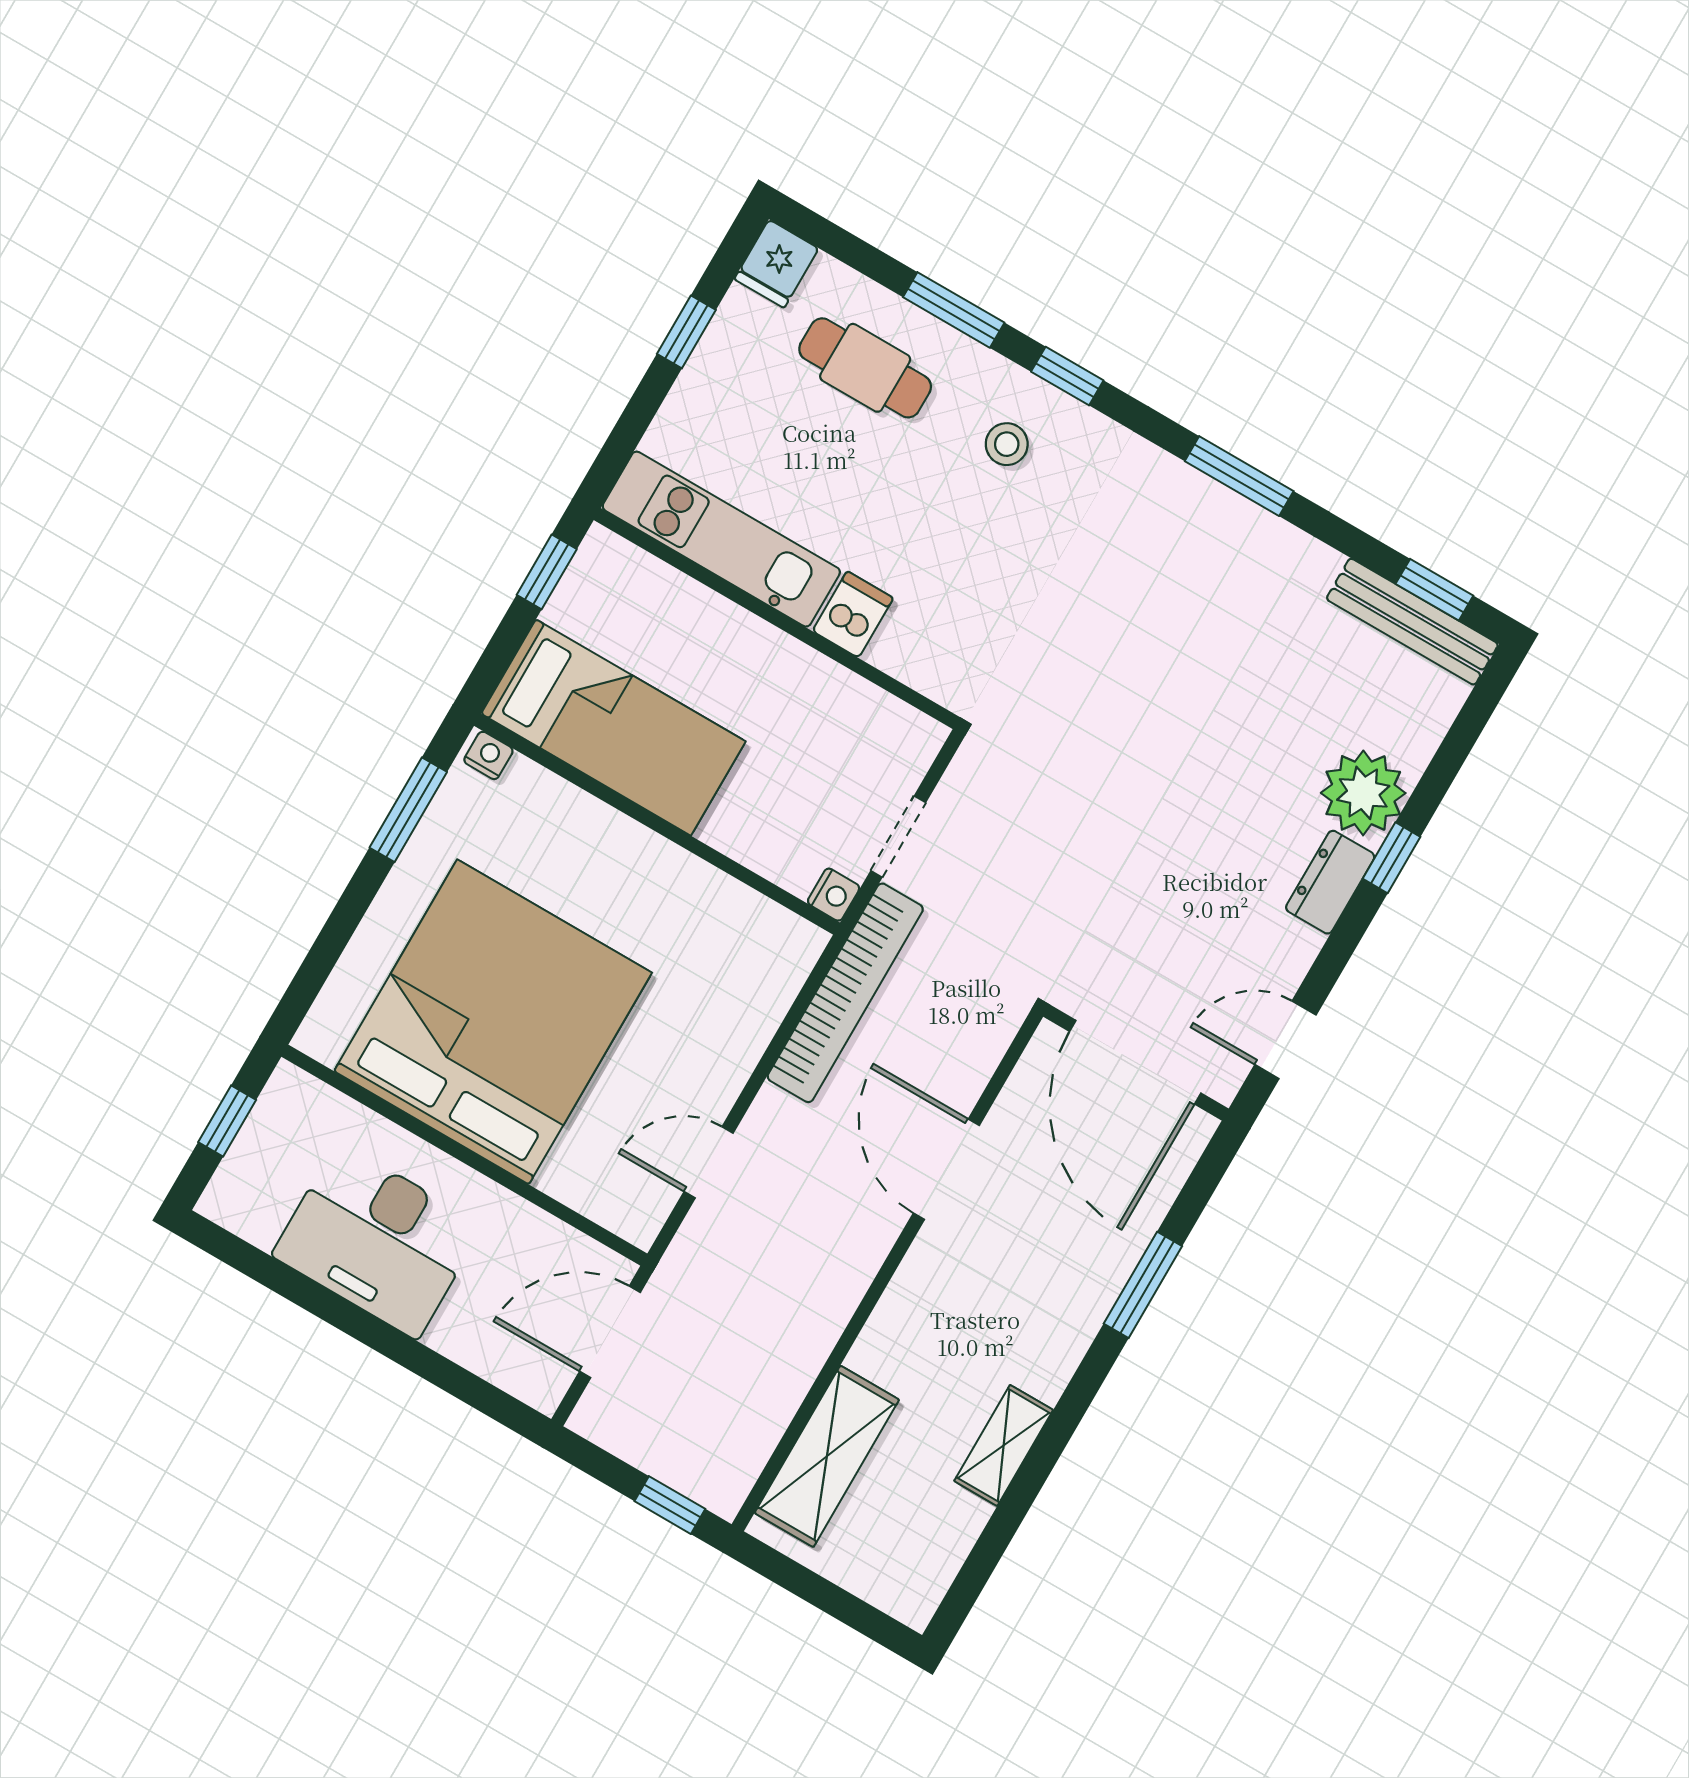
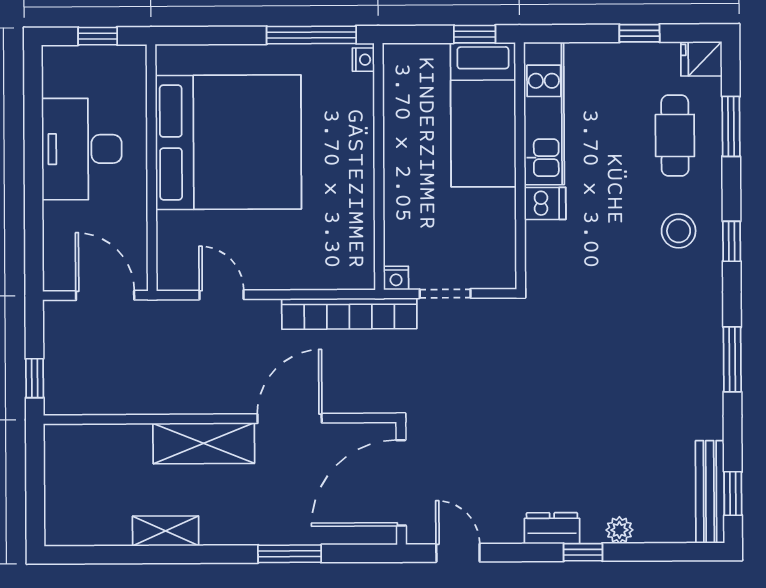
window: (954, 310) -> (731, 126), moved
stool: (1007, 444) -> (679, 231), width x1.37, depth x1.37
bed: (613, 727) -> (483, 115), moved
plant: (1363, 793) -> (619, 530), width x0.53, depth x0.53
window: (408, 810) -> (311, 35), width x1.44
shelving: (827, 1456) -> (204, 443), moved

